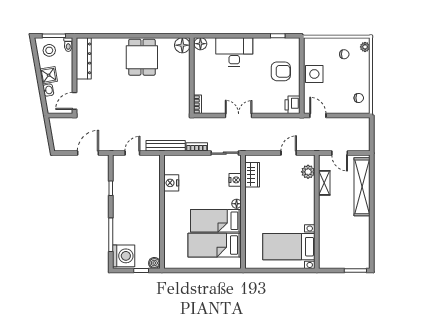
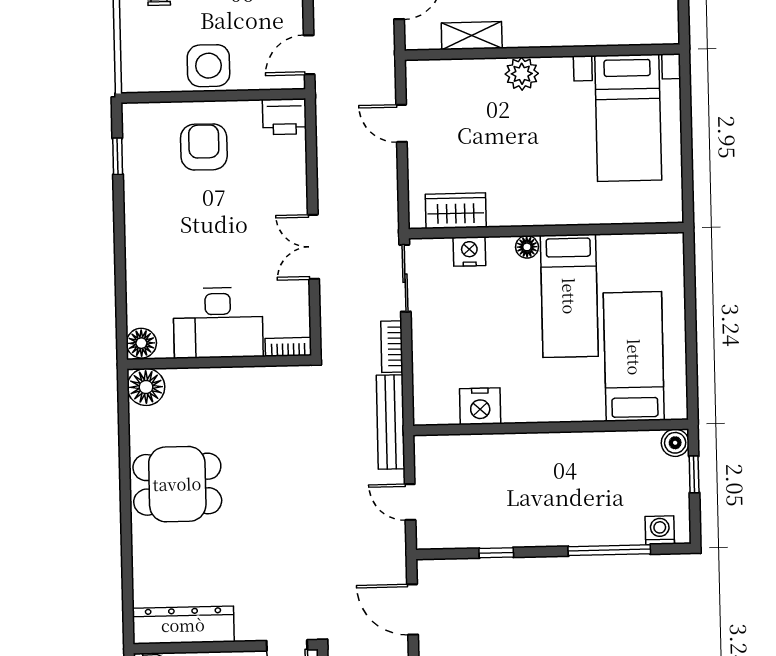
desk: (234, 52) -> (218, 323), moved, turned -90
plant: (308, 172) -> (522, 74), moved
bed: (215, 245) -> (634, 357), moved, turned 180
washing machine: (124, 256) -> (660, 530), width x0.53, depth x0.53

